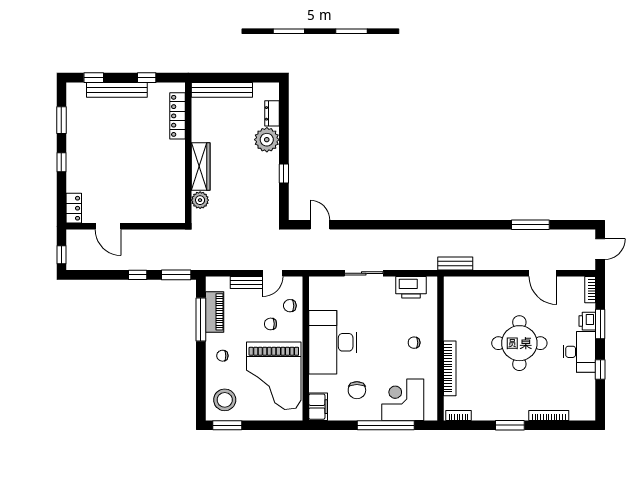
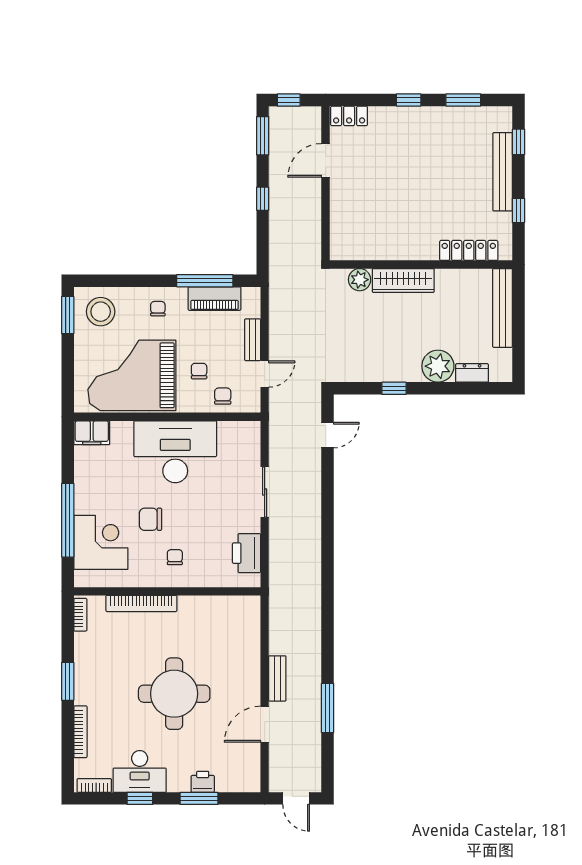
bench: (455, 264) -> (277, 678), moved
door: (273, 273) -> (265, 374), swing flipped
window: (176, 275) -> (263, 136), moved
bookcase: (590, 290) -> (94, 785), moved
desk: (579, 352) -> (140, 771), moved
chair: (357, 390) -> (150, 519), moved

